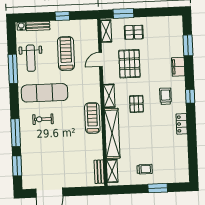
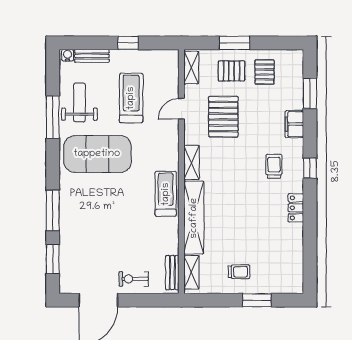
window: (123, 13) -> (234, 43), moved
weight bench: (31, 58) -> (79, 102), turned 180
exercise mat: (45, 93) -> (97, 154), width x1.47
pallet: (136, 104) -> (265, 72), moved
exercise bike: (43, 119) -> (134, 279), moved

